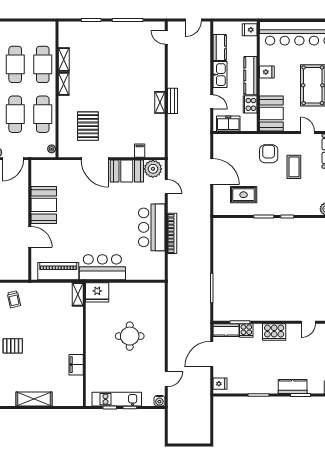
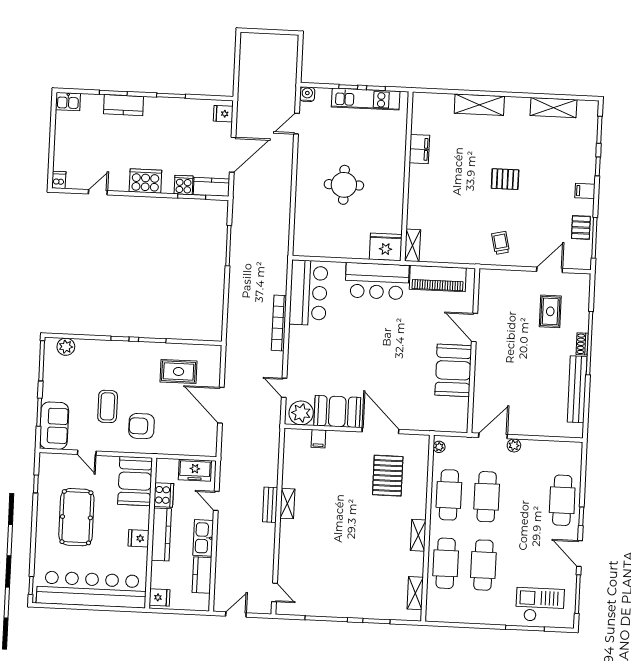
shelving: (64, 60) -> (415, 593), moved
armchair: (269, 154) -> (141, 426), turned 90
bar counter: (152, 227) -> (308, 293), moved

